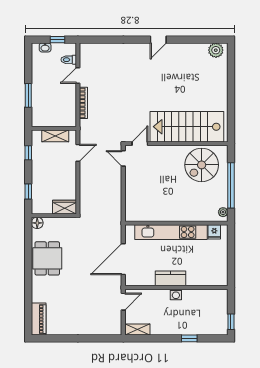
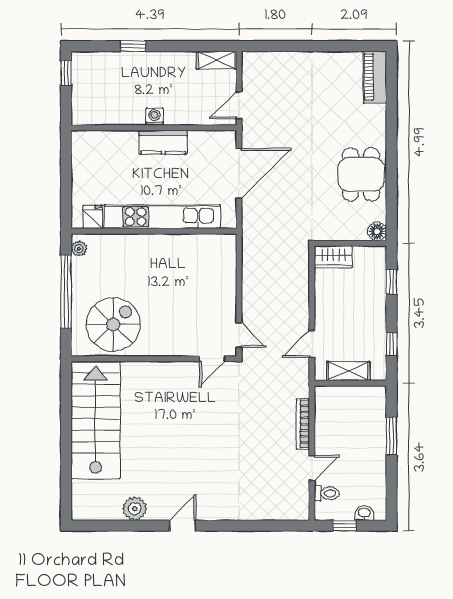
plant: (216, 50) -> (135, 509), moved
stairs: (187, 127) -> (96, 420), moved, turned -90

